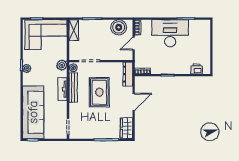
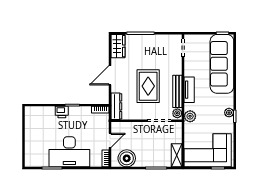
printer: (197, 69) -> (62, 112), moved

